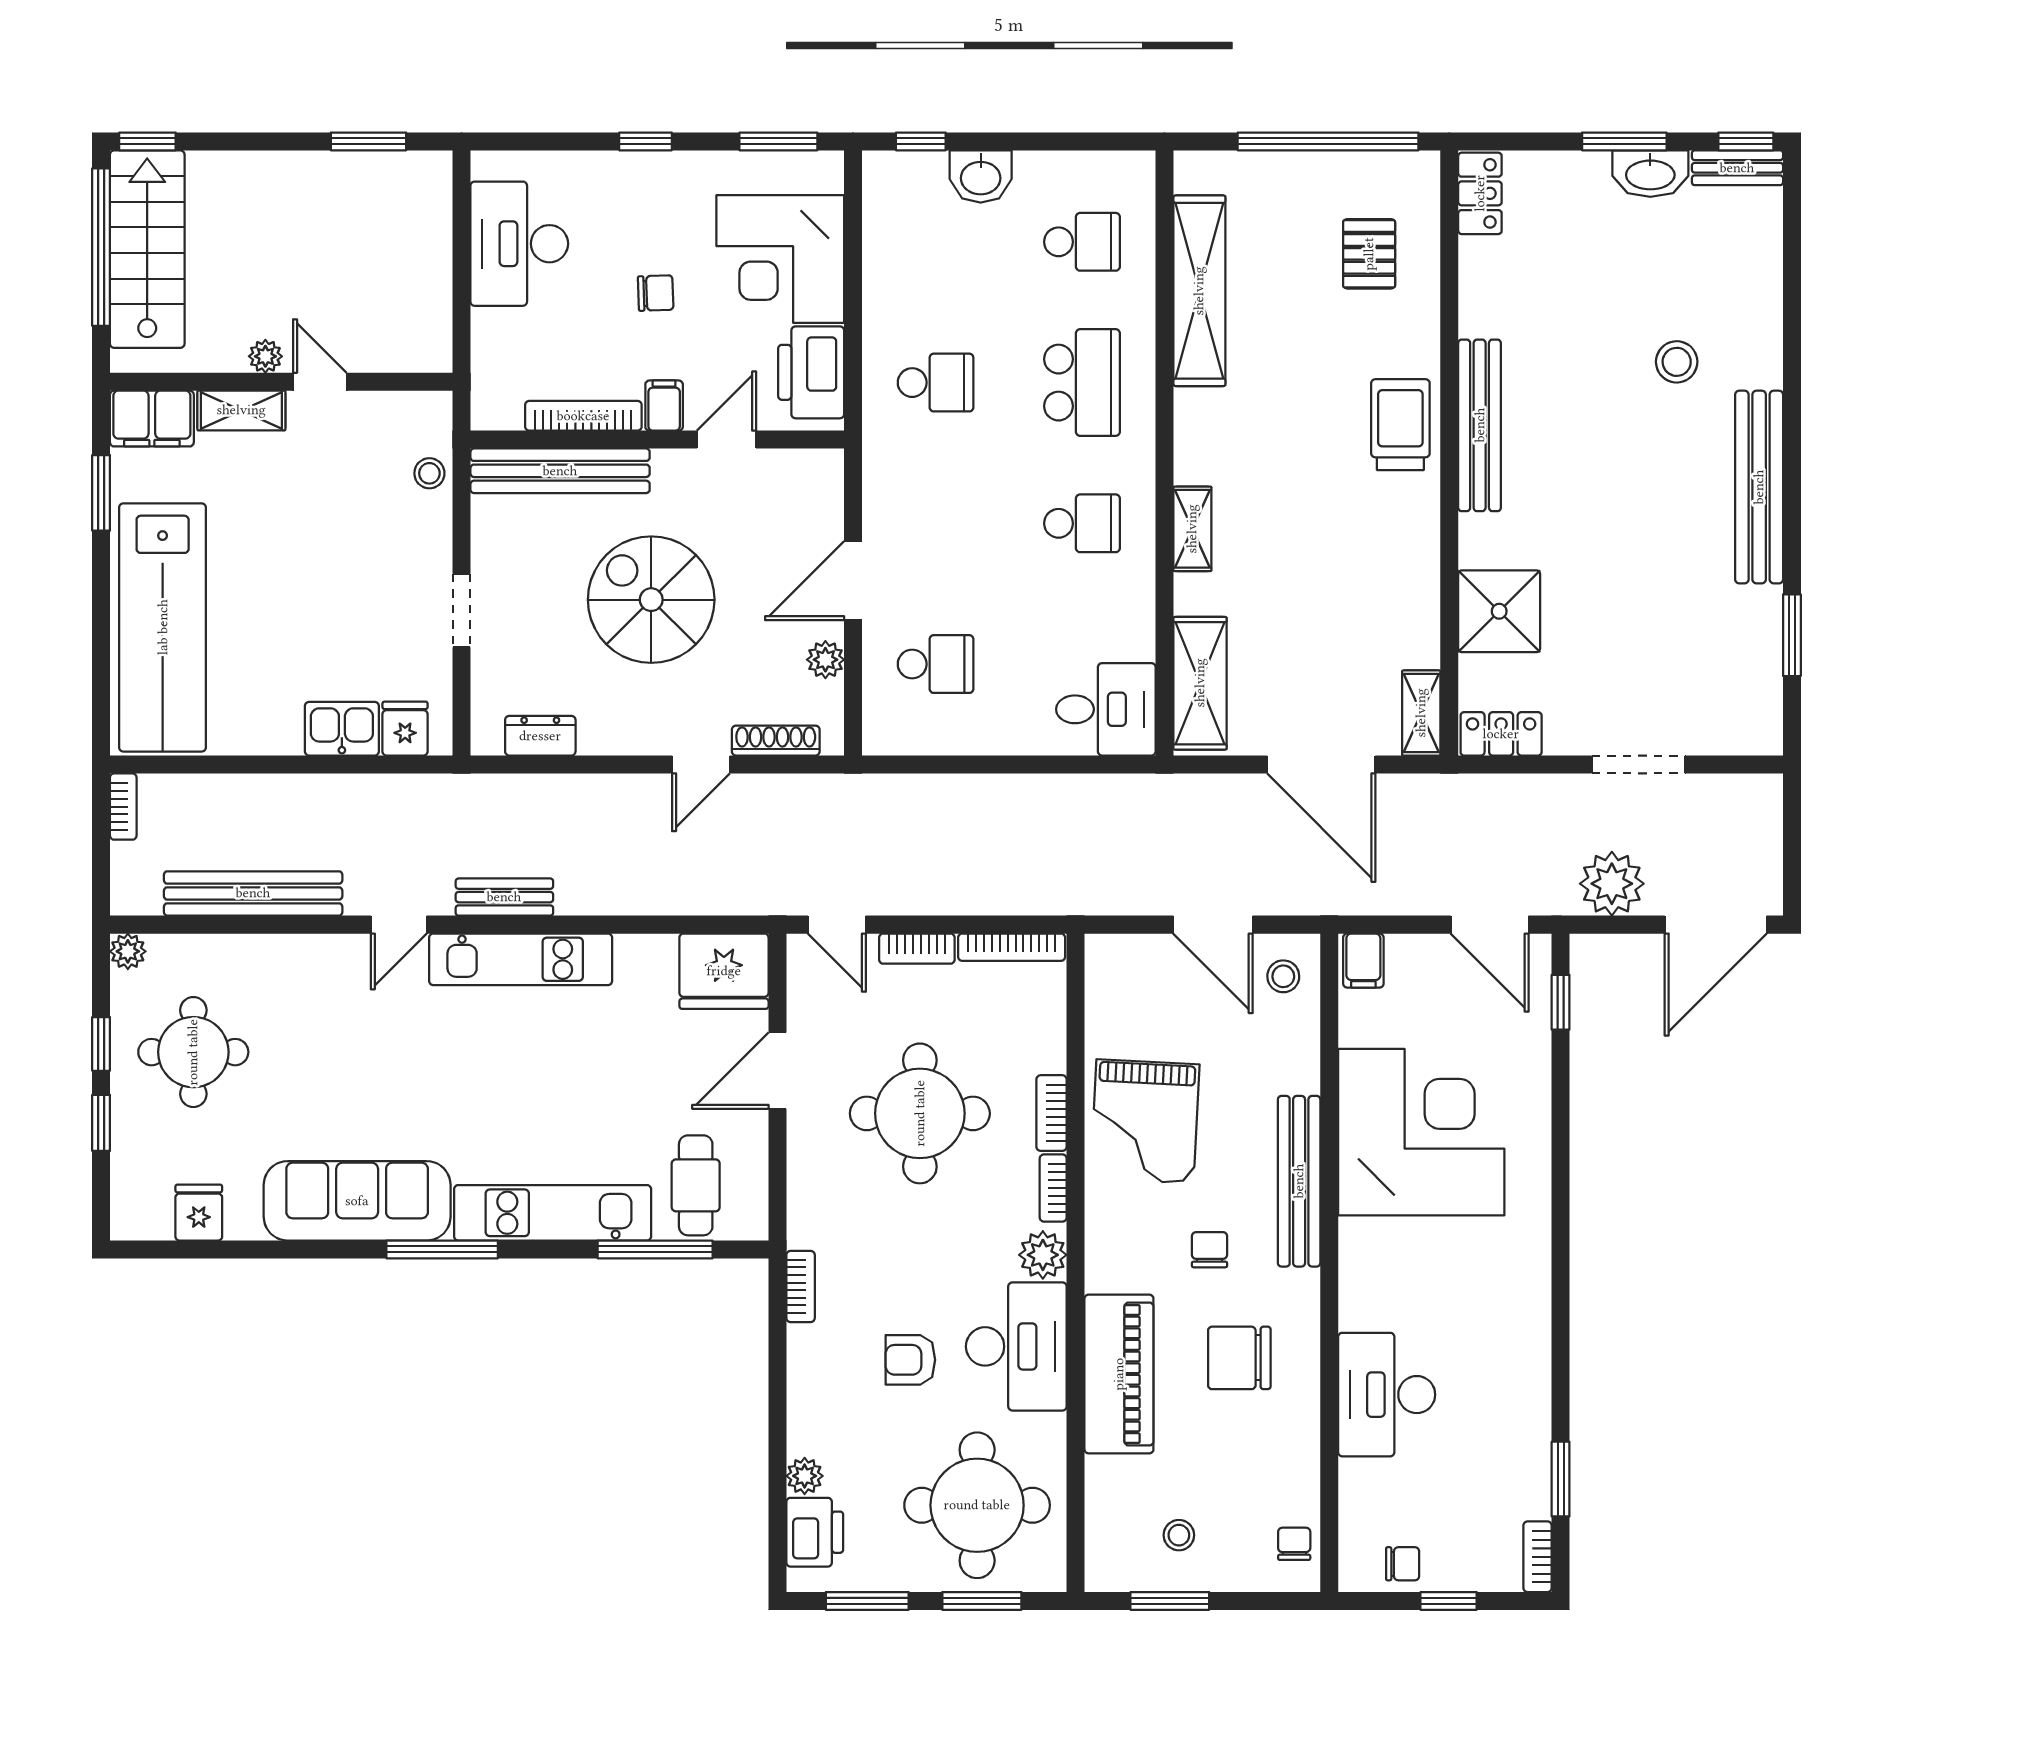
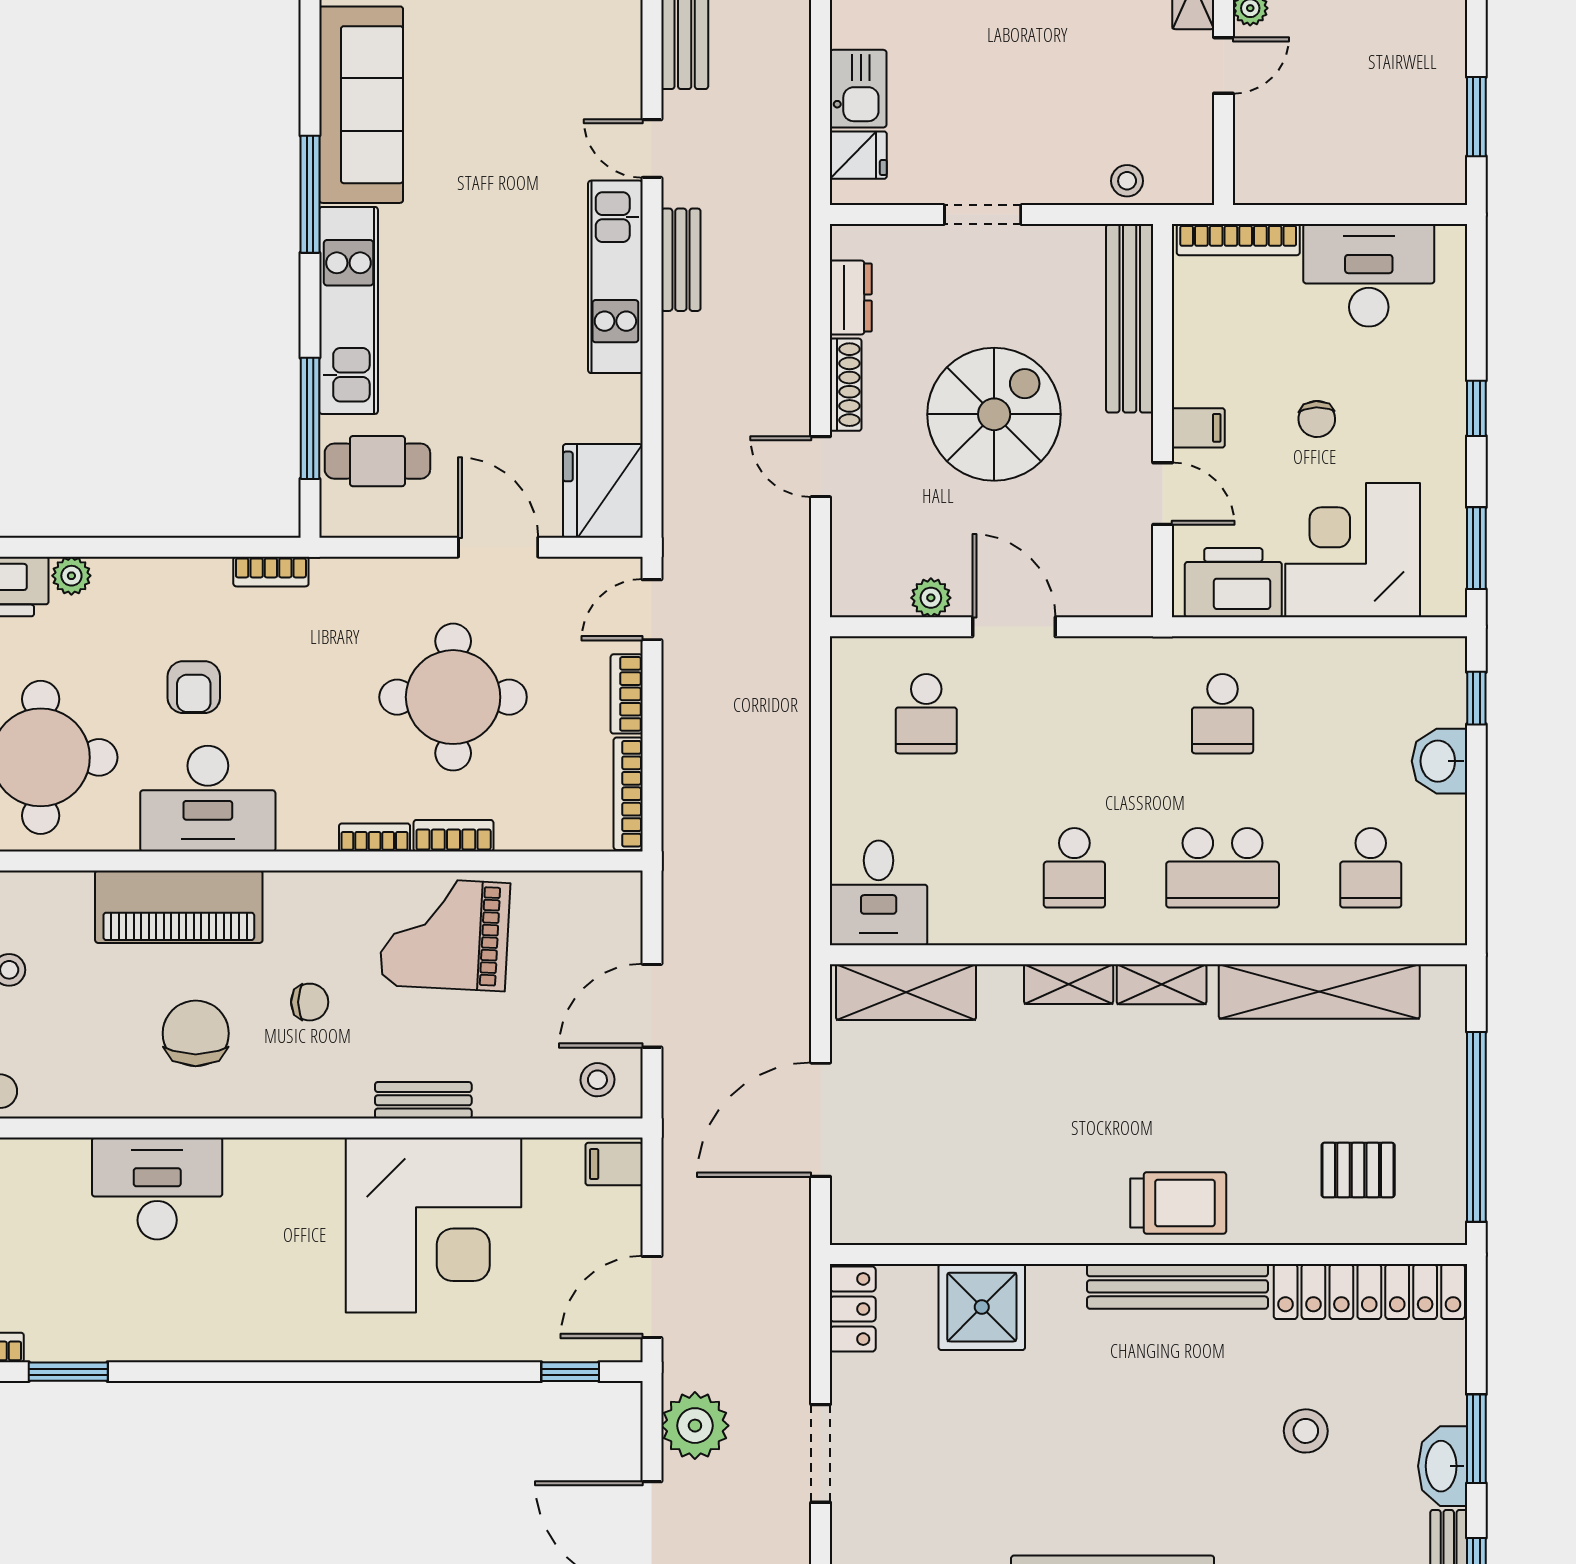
locker: (1480, 193) -> (1369, 1292), width x2.16, depth x1.21
stool: (1677, 362) -> (1306, 1431), moved
bookcase: (583, 416) -> (1238, 240), moved, turned 90
shelving: (1421, 713) -> (1162, 984), moved
shoe rack: (776, 741) -> (846, 385), moved
bench: (1299, 1181) -> (423, 1100), width x0.54, depth x0.82
plant: (1043, 1255) -> (304, 827), removed
armchair: (910, 1360) -> (194, 687), turned 180

